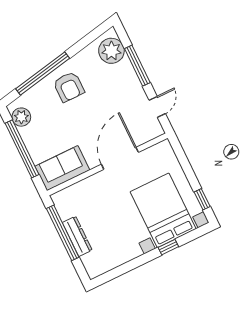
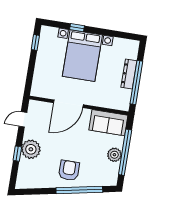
plant: (111, 51) -> (31, 149), moved
window: (137, 66) -> (17, 154), width x0.46
plant: (21, 117) -> (114, 155), moved
bed with nightstands: (163, 210) -> (82, 56), moved

